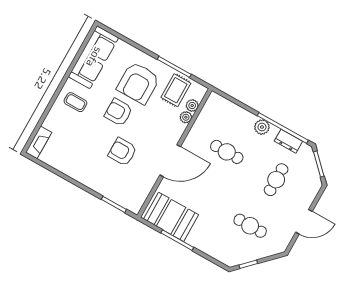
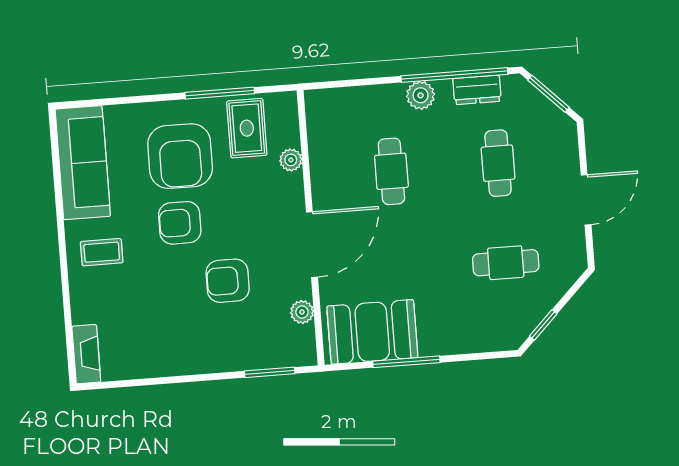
plant: (192, 106) -> (302, 312), moved
cafe table: (227, 152) -> (391, 171), turned 90

